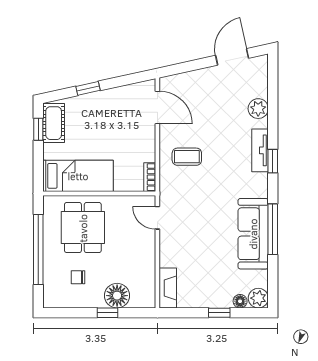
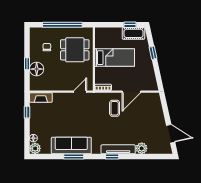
door: (157, 107) -> (131, 92), moved
tv unit: (260, 150) -> (118, 149), width x1.41
bed: (78, 176) -> (115, 58), moved, turned -90
window: (273, 229) -> (74, 157), width x0.69
window: (219, 313) -> (27, 112), moved

